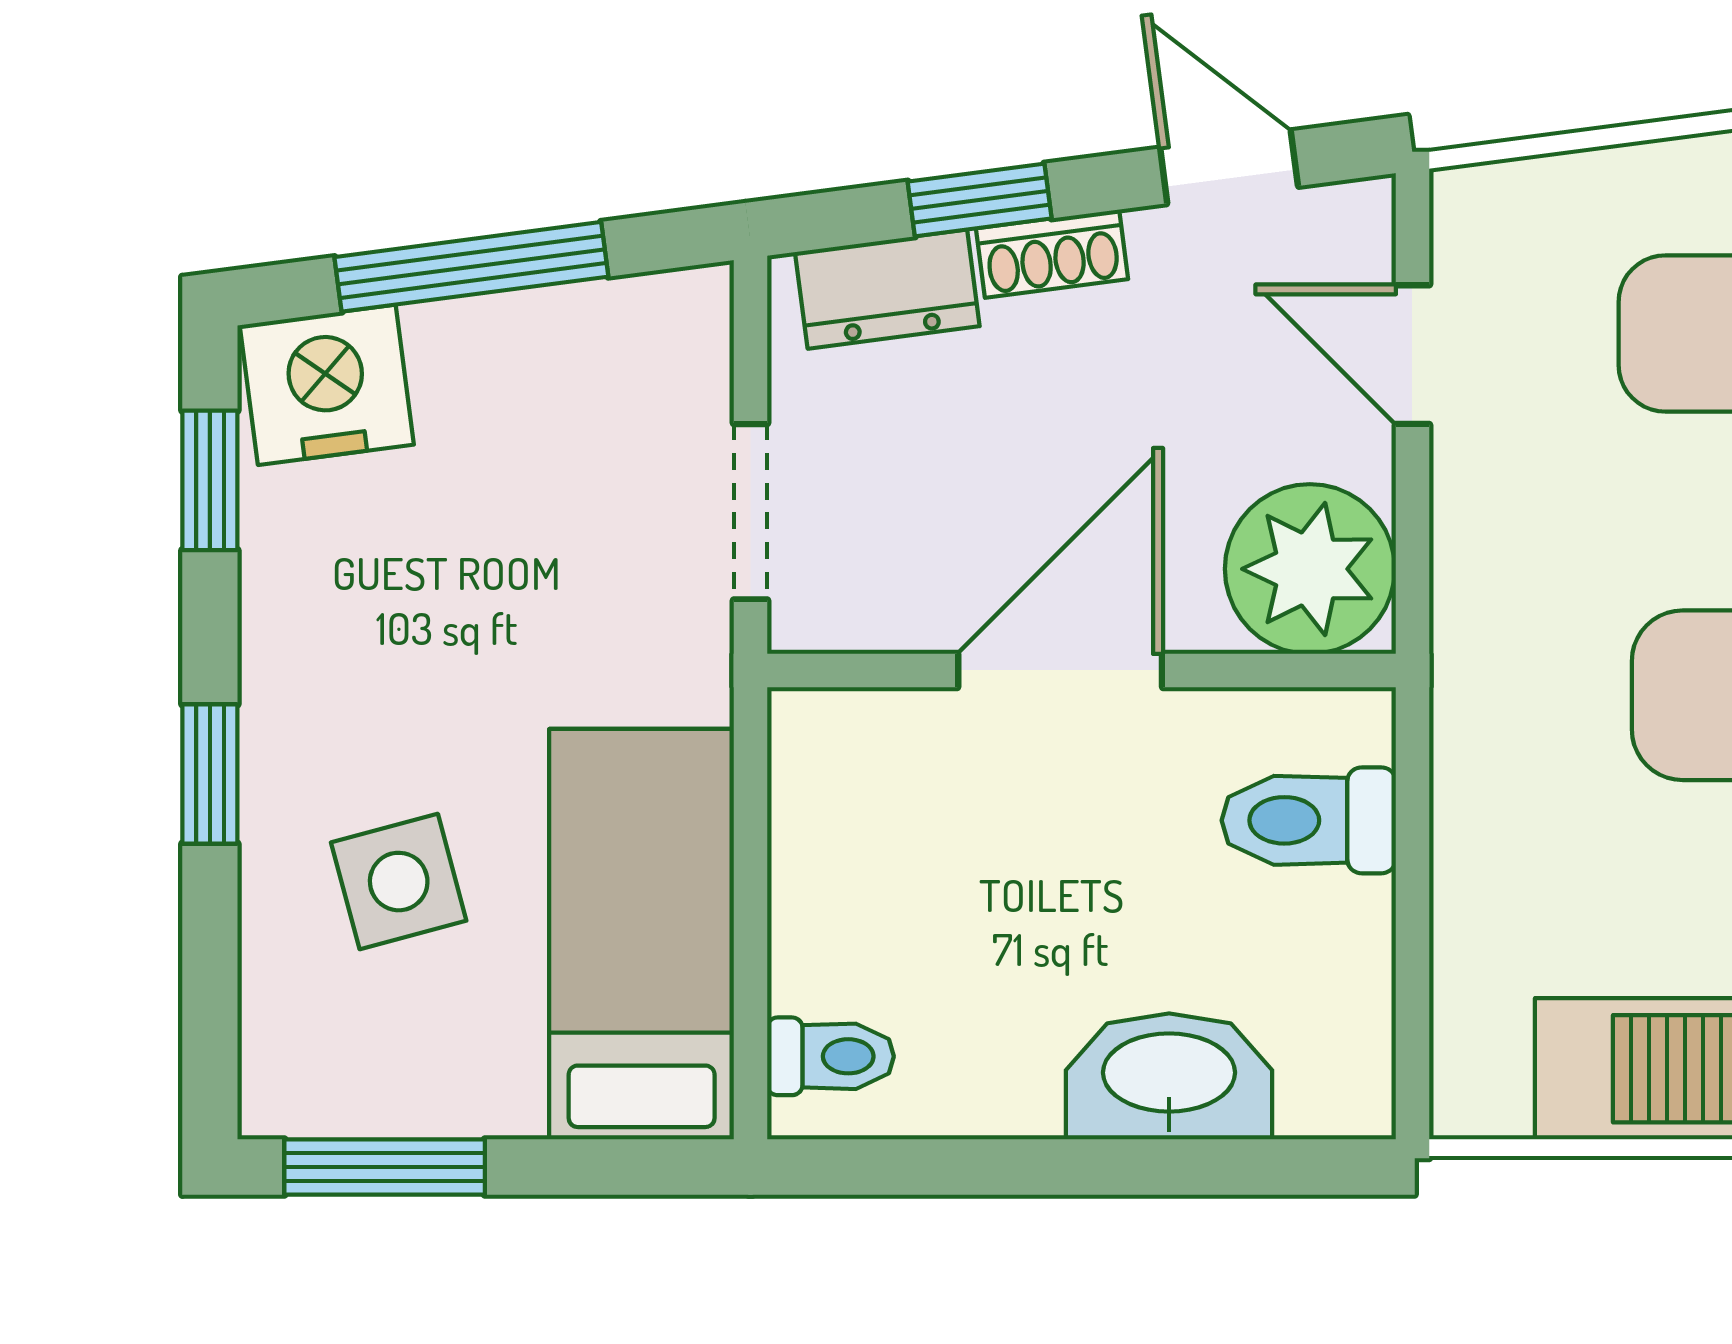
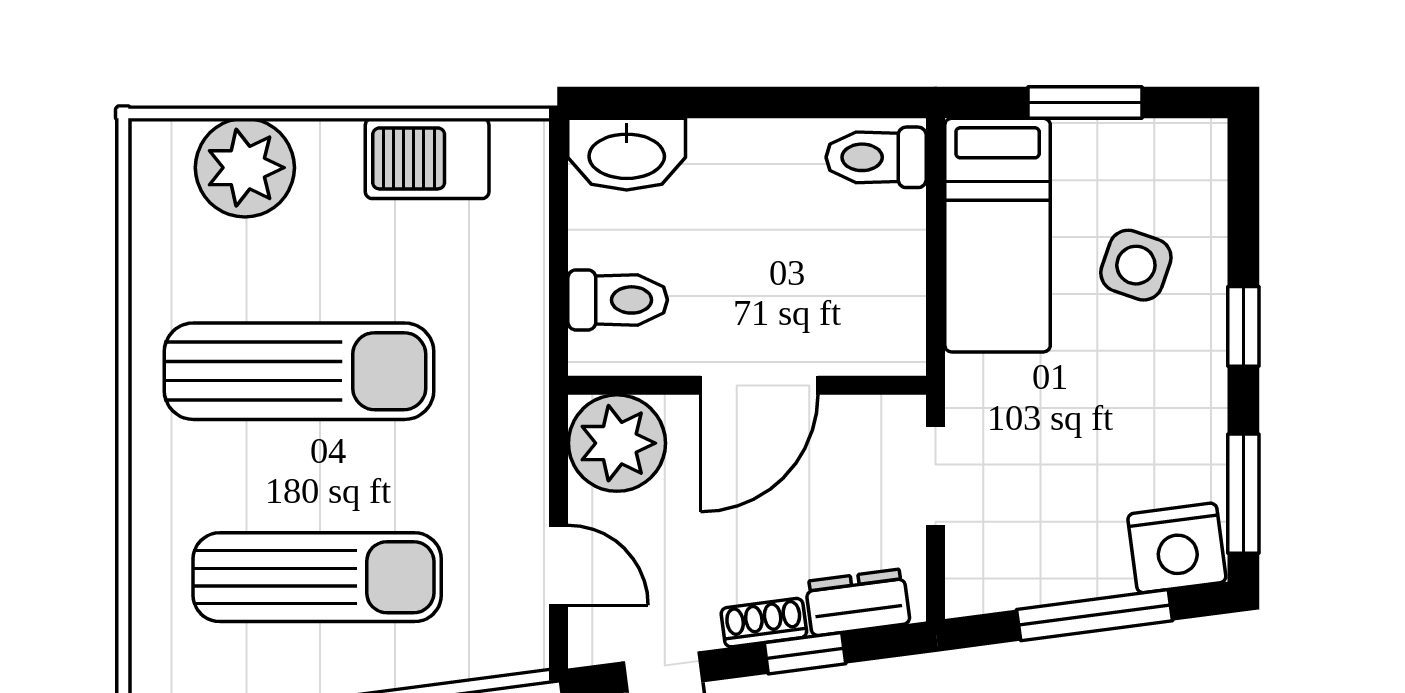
window: (210, 480) -> (1243, 494), width x1.50
side table: (399, 882) -> (1136, 265), turned 34
toilet: (830, 1056) -> (876, 157), width x1.37, depth x1.39
washbasin: (1169, 1076) -> (627, 154), moved
window: (385, 1167) -> (1085, 103), moved

